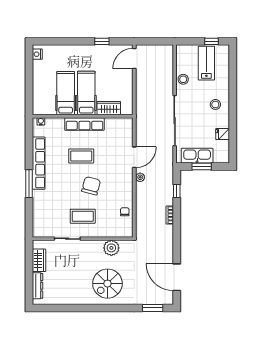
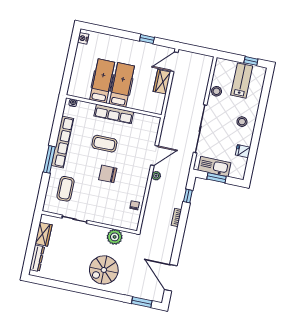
wardrobe: (109, 108) -> (162, 82), moved, turned -90
chair: (91, 186) -> (108, 174), turned -105
coffee table: (83, 216) -> (66, 189), moved, turned 90

